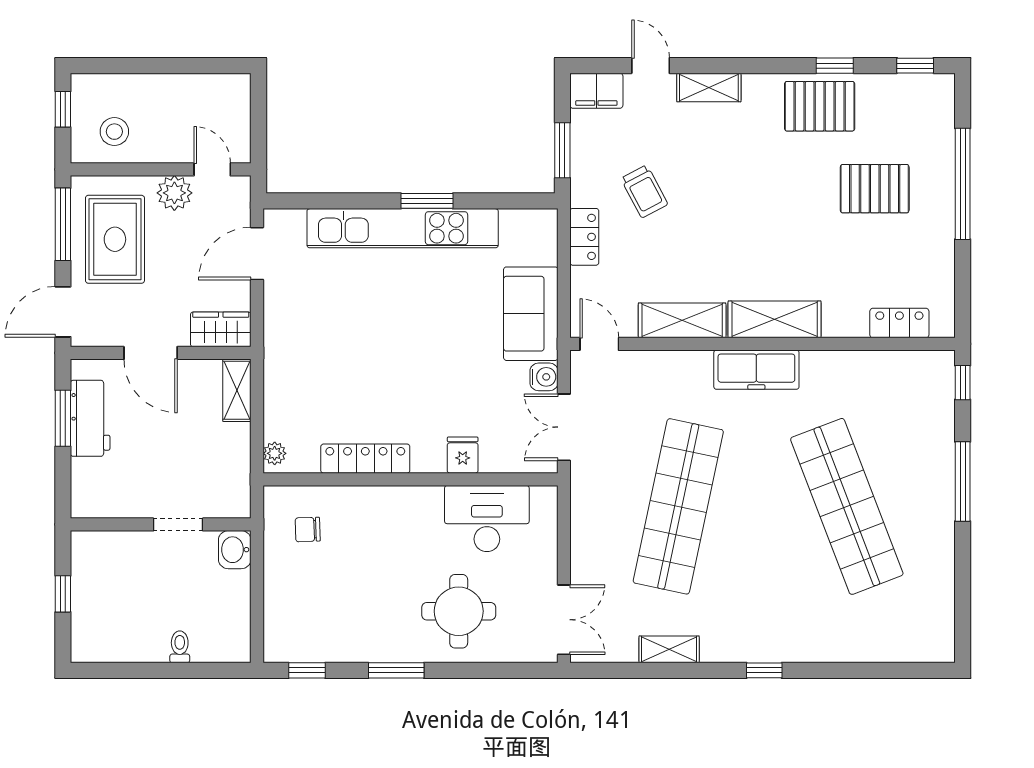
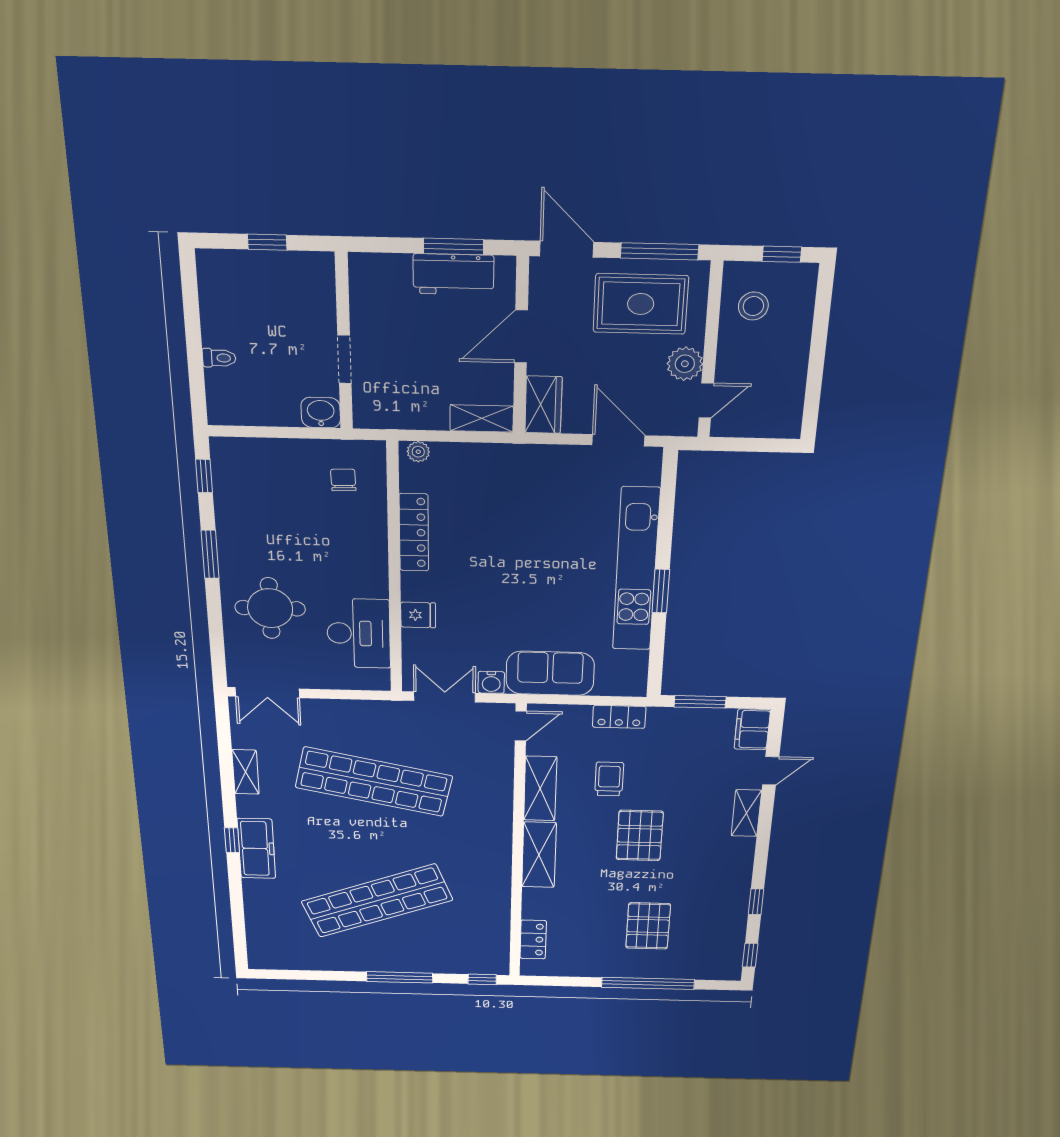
pallet: (820, 106) -> (640, 836), moved
trolley: (644, 191) -> (609, 779), moved, turned 118
freezer: (756, 370) -> (256, 849), moved, turned 180

